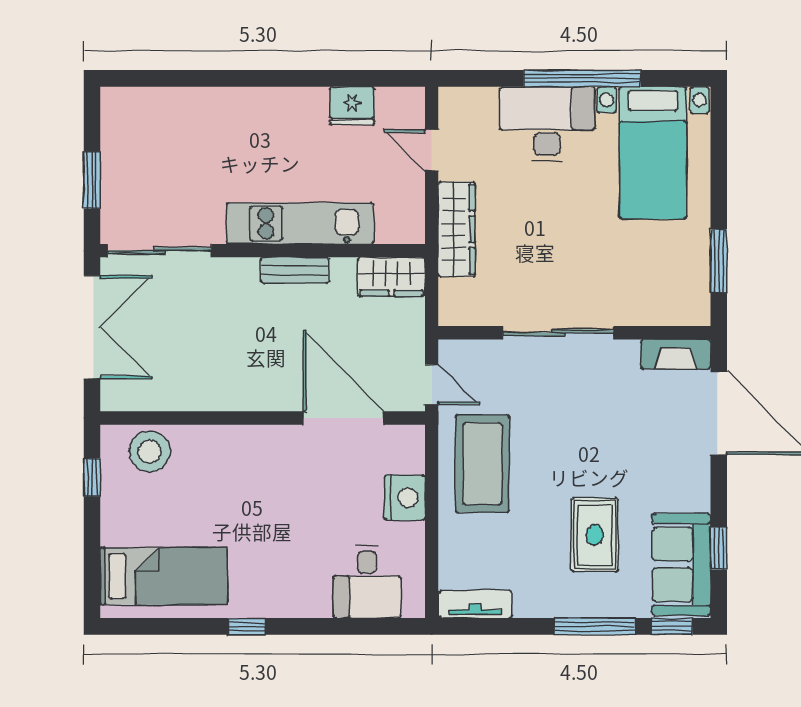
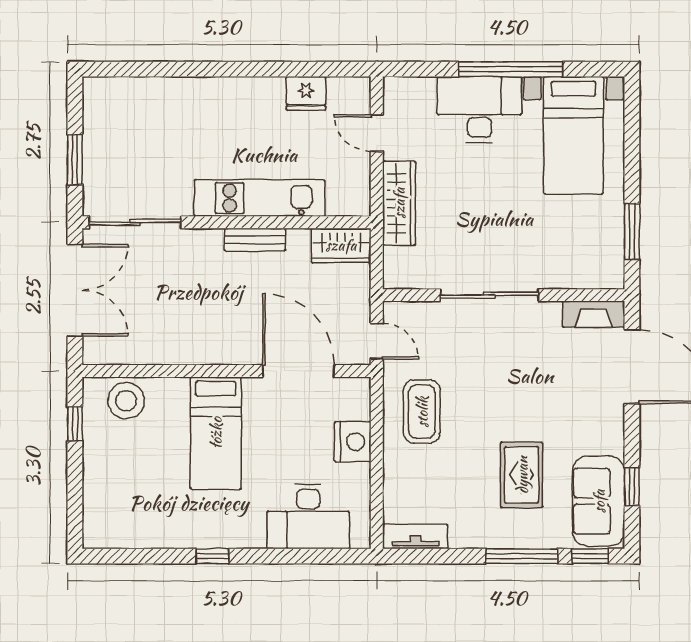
coffee table: (482, 464) -> (422, 412), width x0.73, depth x0.76
bed: (164, 576) -> (216, 433), moved, turned 90
desk: (367, 582) -> (308, 517), width x1.37

